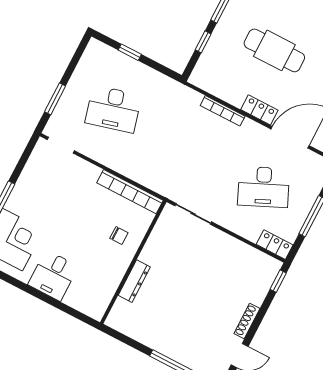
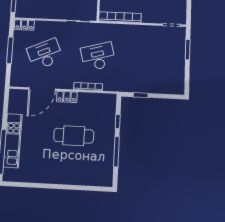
window: (130, 52) -> (141, 95), moved
desk: (113, 109) -> (98, 57), moved

